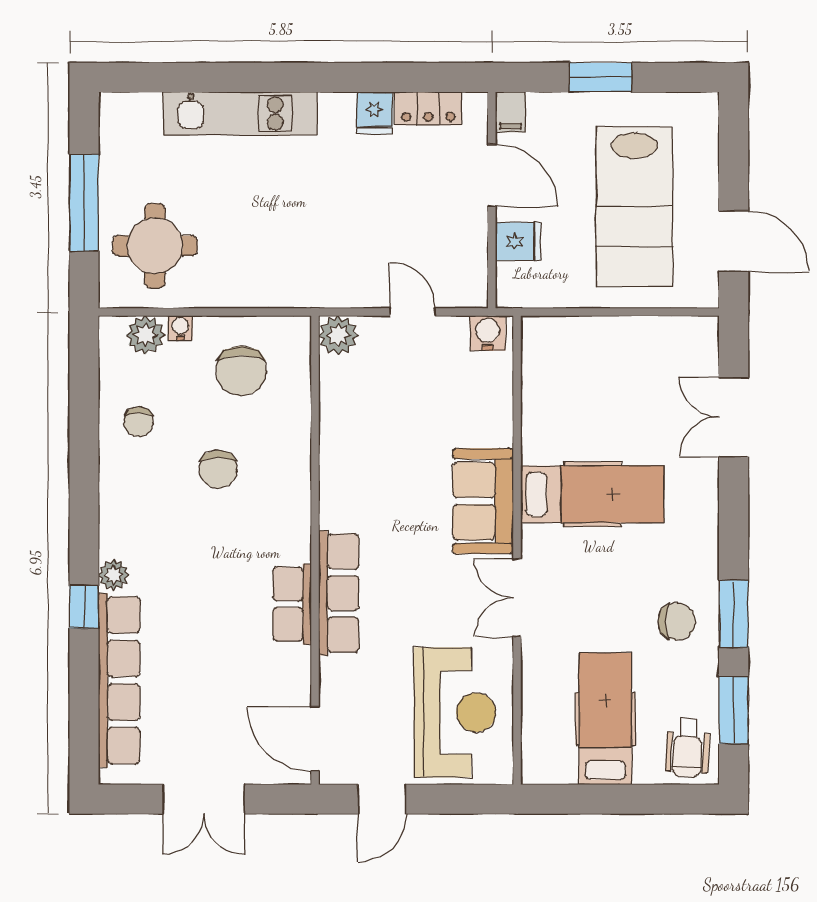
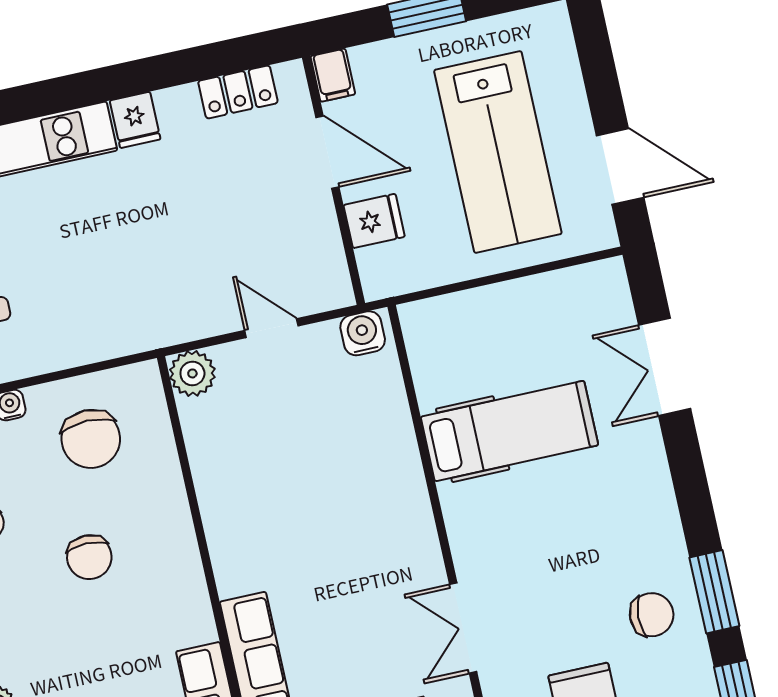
fridge: (375, 113) -> (135, 120), moved
hospital bed: (592, 494) -> (509, 431), moved
sofa: (483, 501) -> (400, 526), removed

